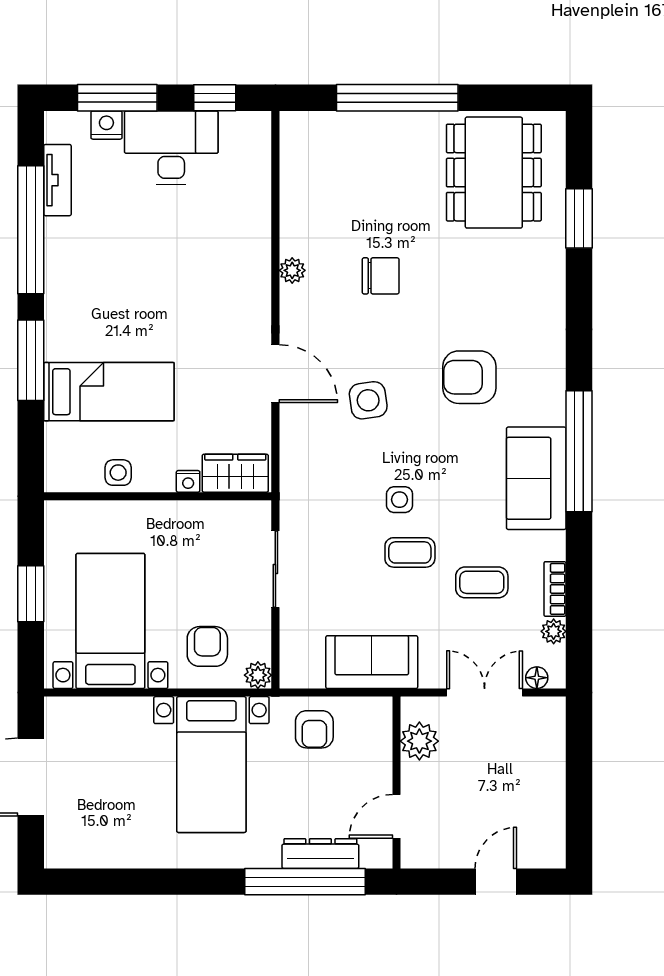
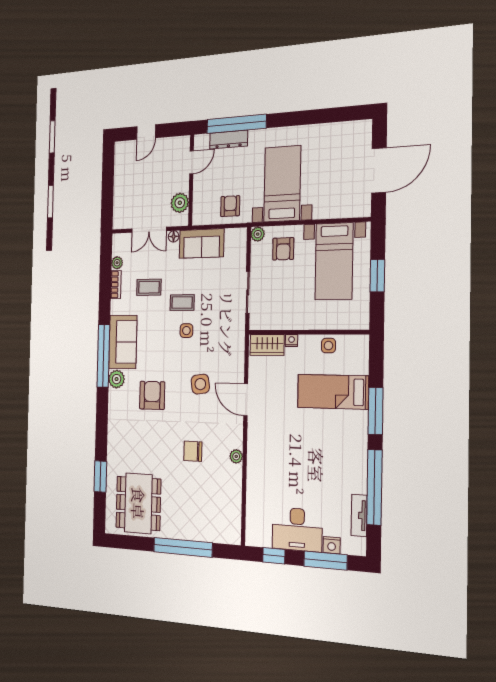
armchair: (469, 377) -> (152, 395), turned -90
plant: (548, 407) -> (117, 379), added
floor lamp: (537, 678) -> (174, 236), moved

